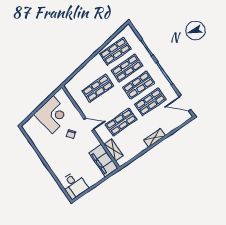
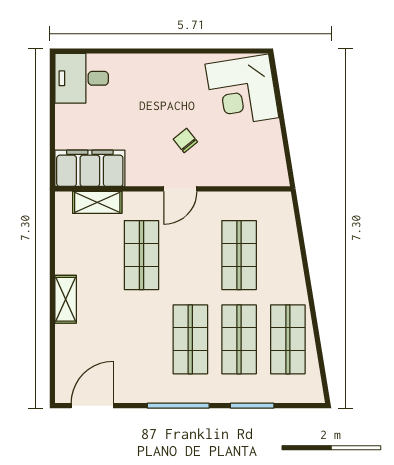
shop shelf: (150, 102) -> (142, 339), removed
corner desk: (53, 115) -> (242, 91), moved

